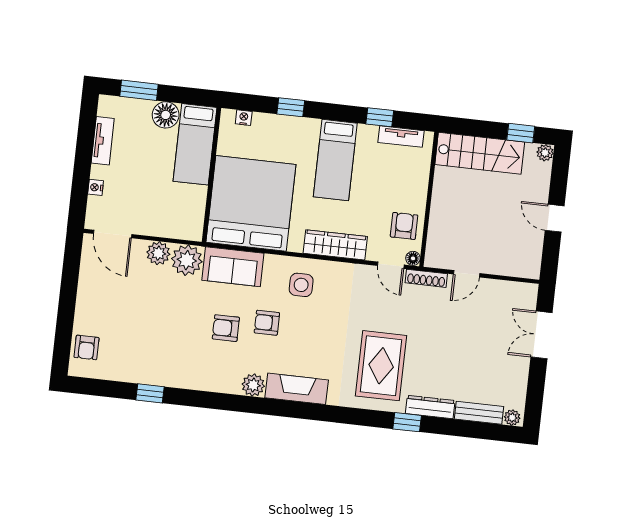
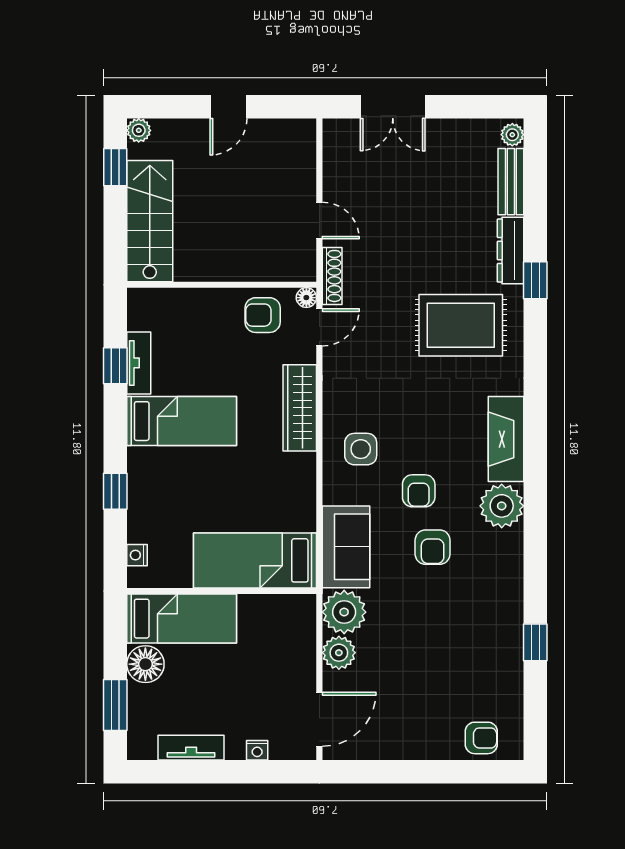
tv unit: (401, 137) -> (139, 363), moved
bed: (251, 203) -> (255, 560), width x0.49
plant: (253, 385) -> (502, 506), width x1.36, depth x1.36

